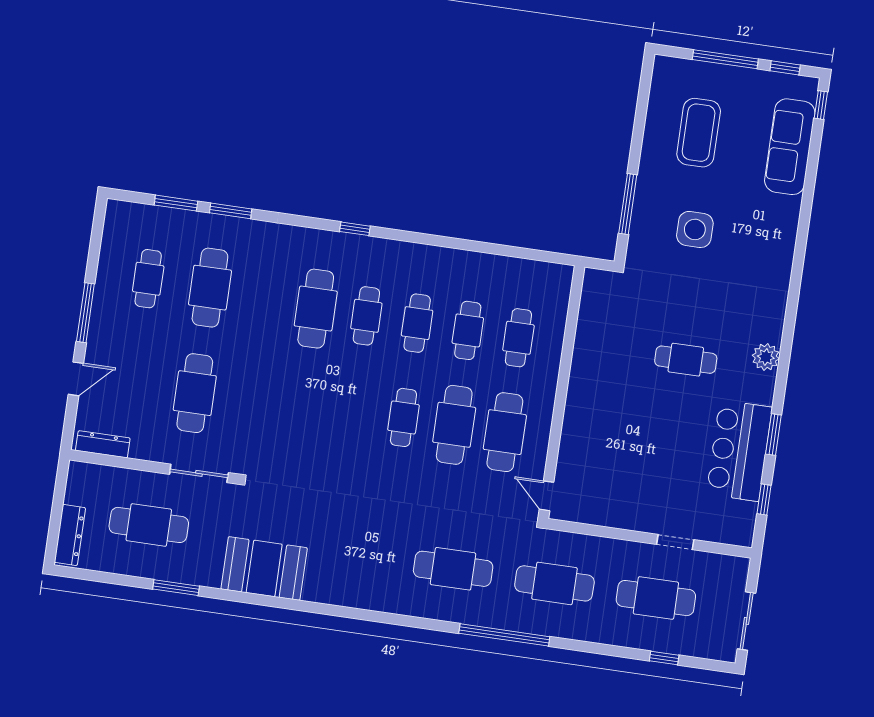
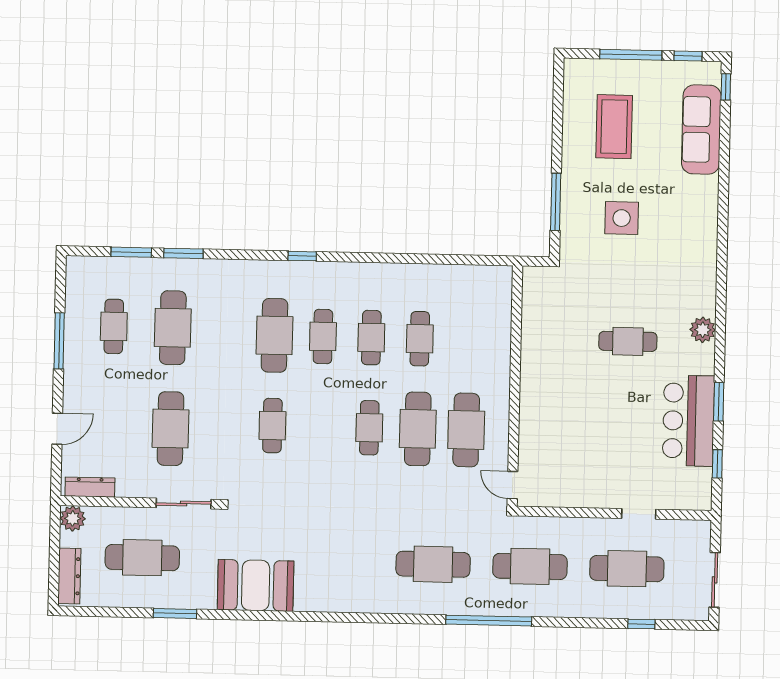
window: (85, 313) -> (59, 341), moved
cafe table: (518, 338) -> (272, 426), moved
plant: (81, 475) -> (73, 518), added

